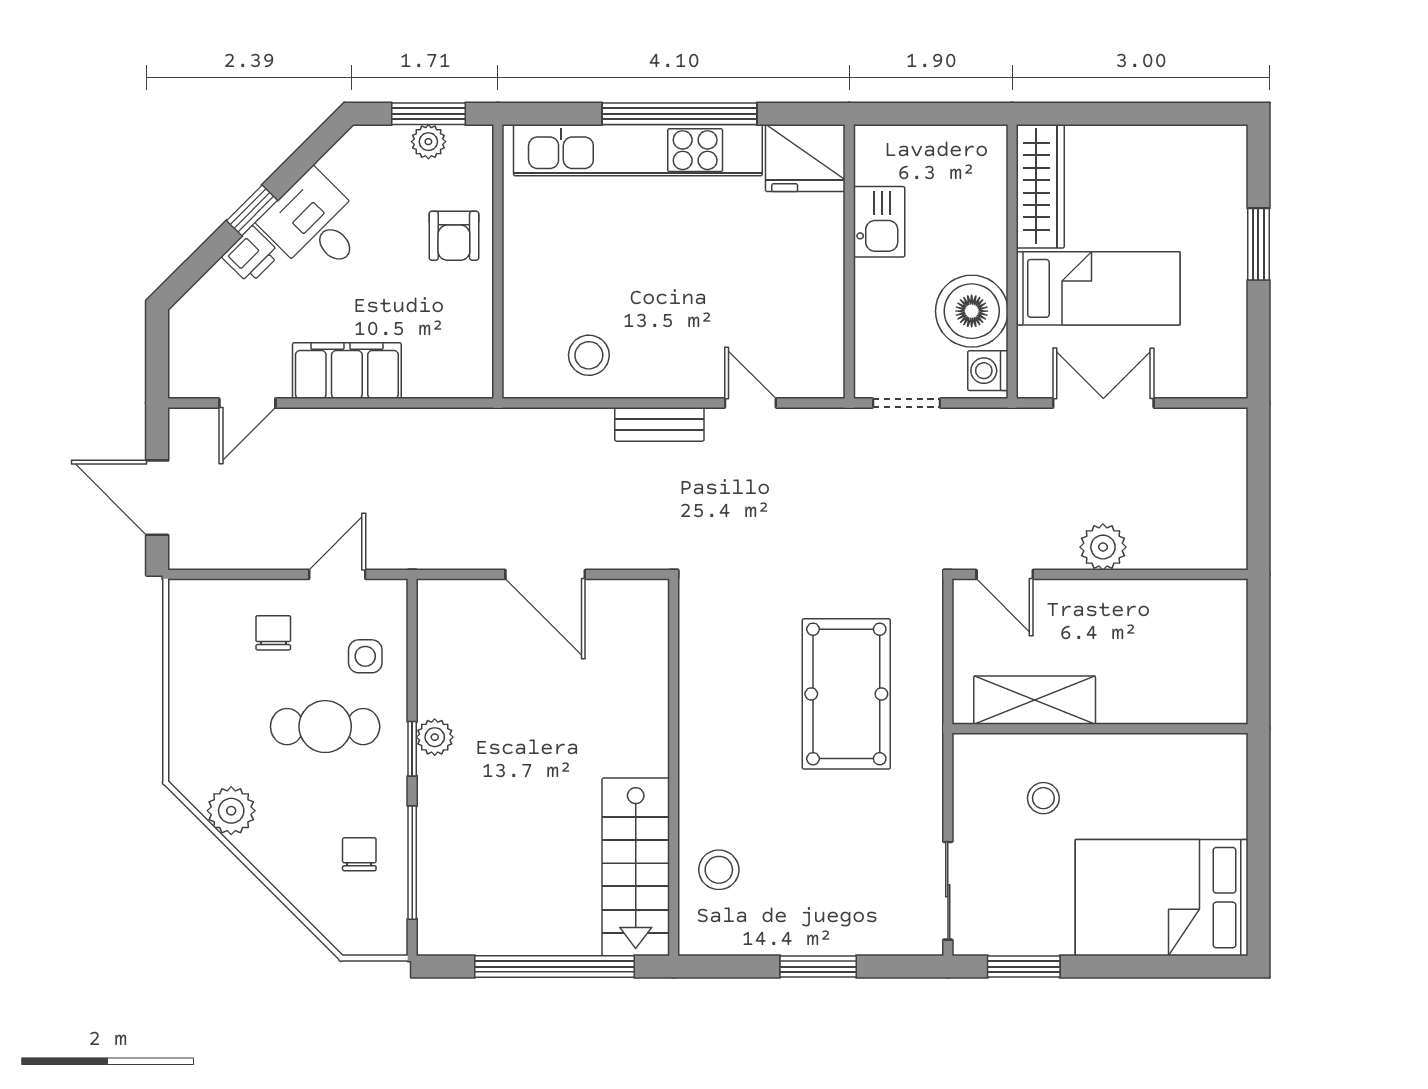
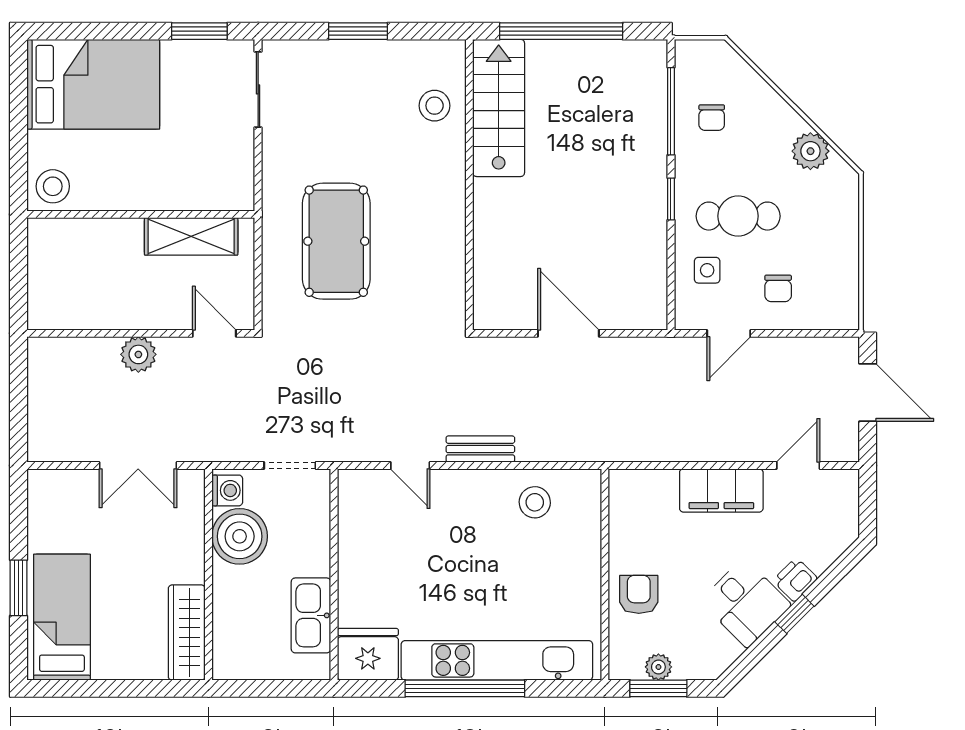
kitchen sink: (879, 222) -> (311, 615), width x1.38
bed: (1098, 288) -> (62, 617), moved, turned 90
plant: (435, 737) -> (654, 208), removed
stool: (1043, 798) -> (53, 186), moved, width x1.37, depth x1.37

